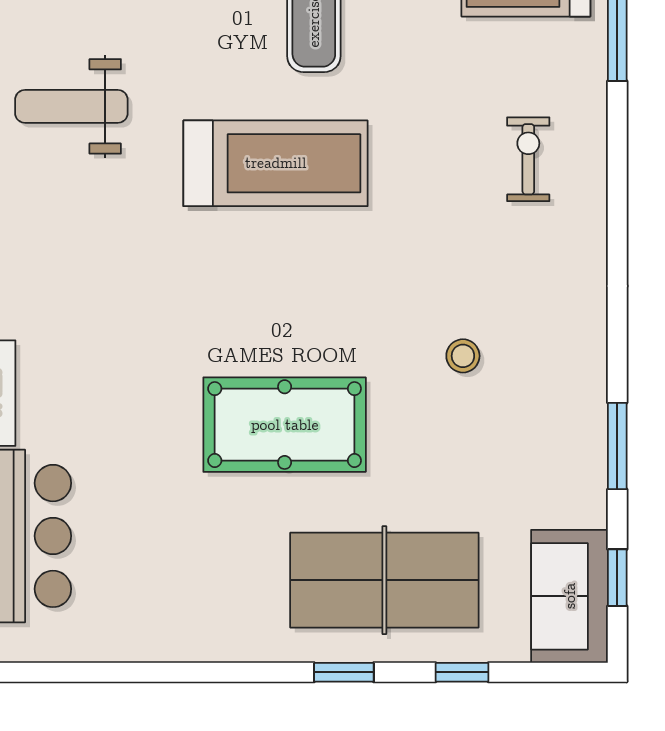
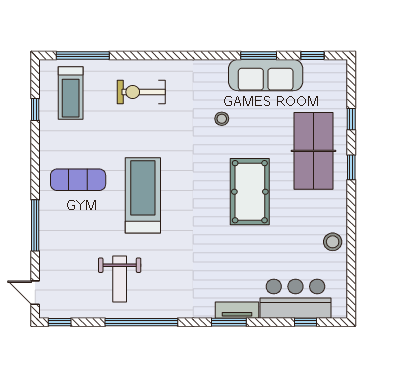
exercise bike: (528, 159) -> (141, 92), width x1.38, depth x1.39
sofa: (570, 596) -> (266, 75), moved, width x1.36
stool: (162, 627) -> (333, 242), added

